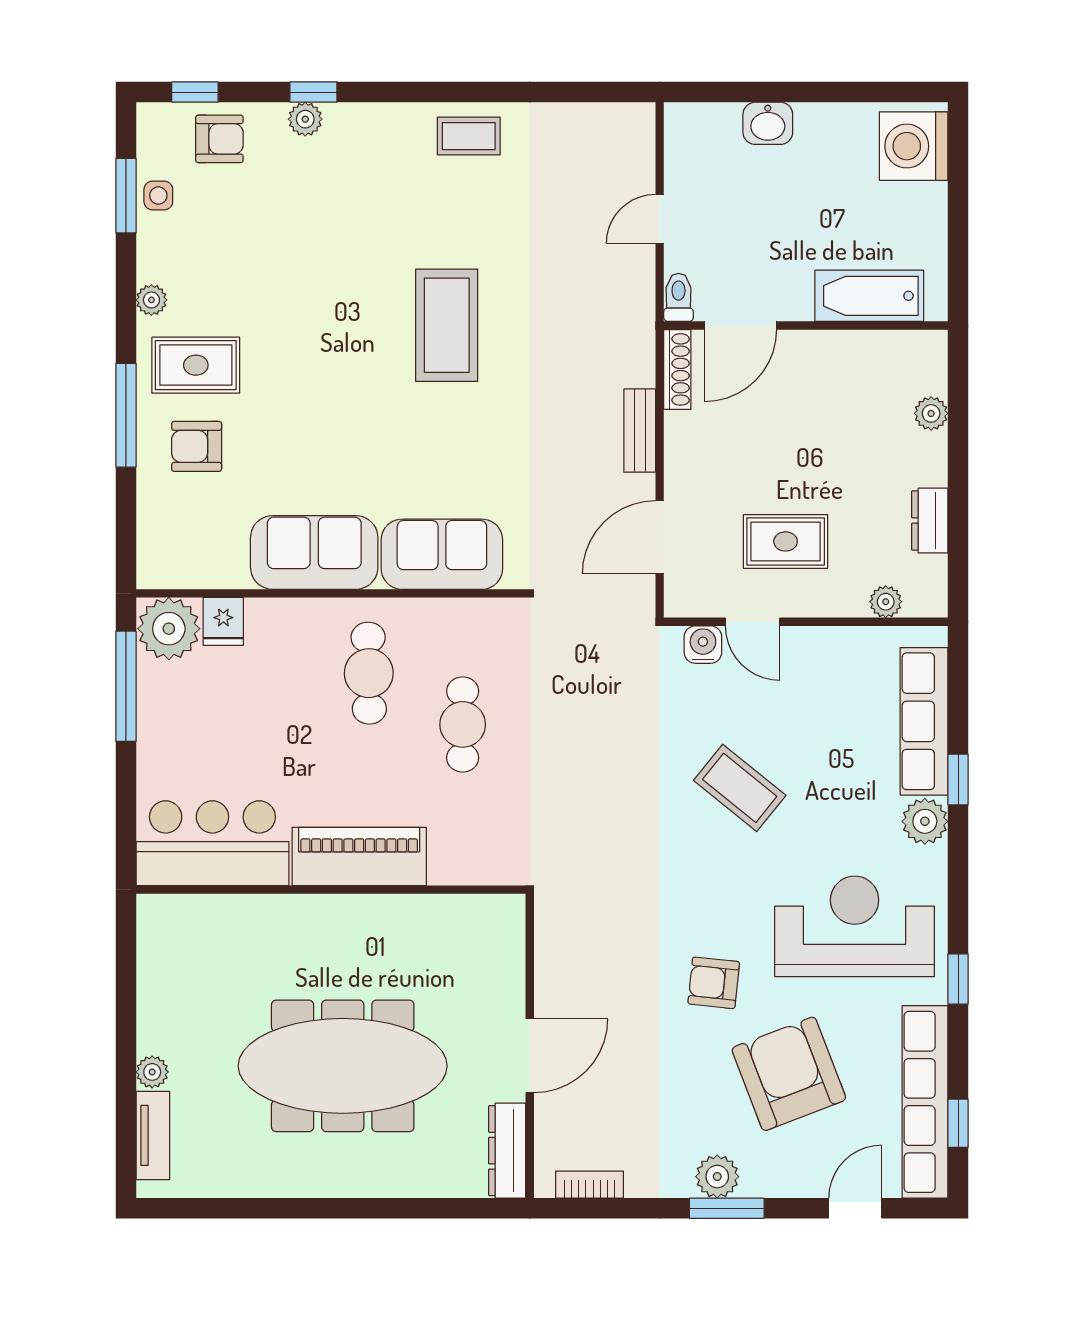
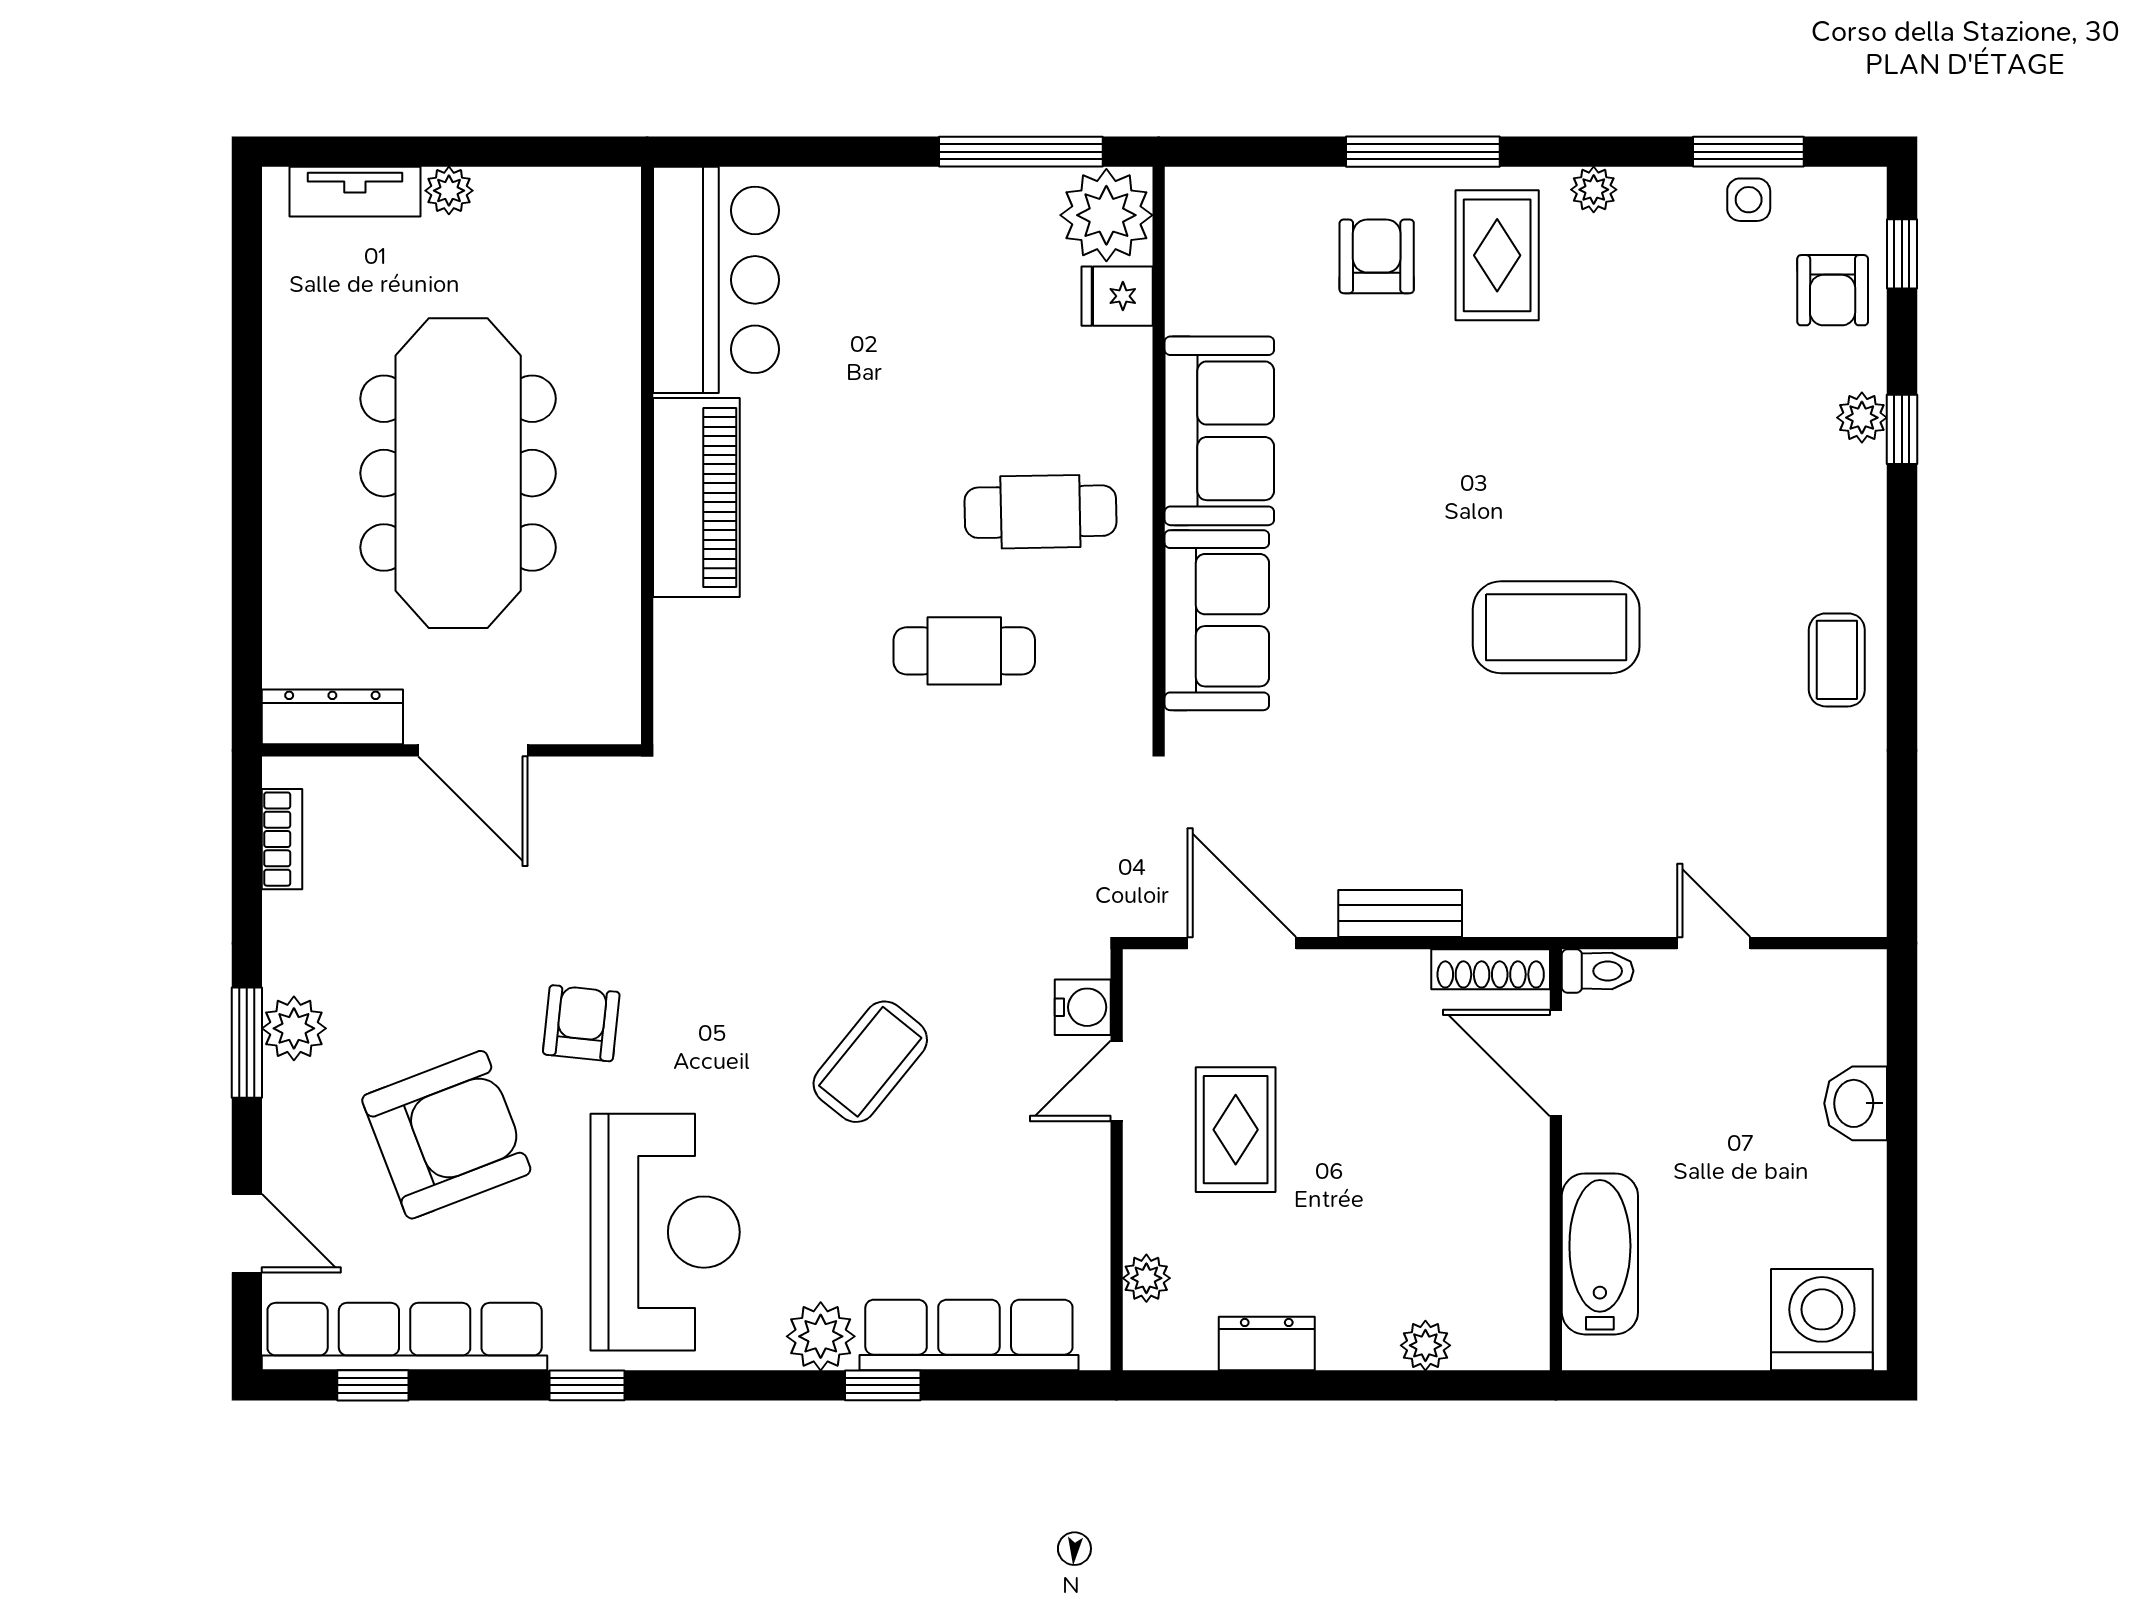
bar counter: (212, 843) -> (716, 280), moved
piano: (359, 856) -> (696, 497), moved
wall: (331, 890) -> (647, 456), moved

